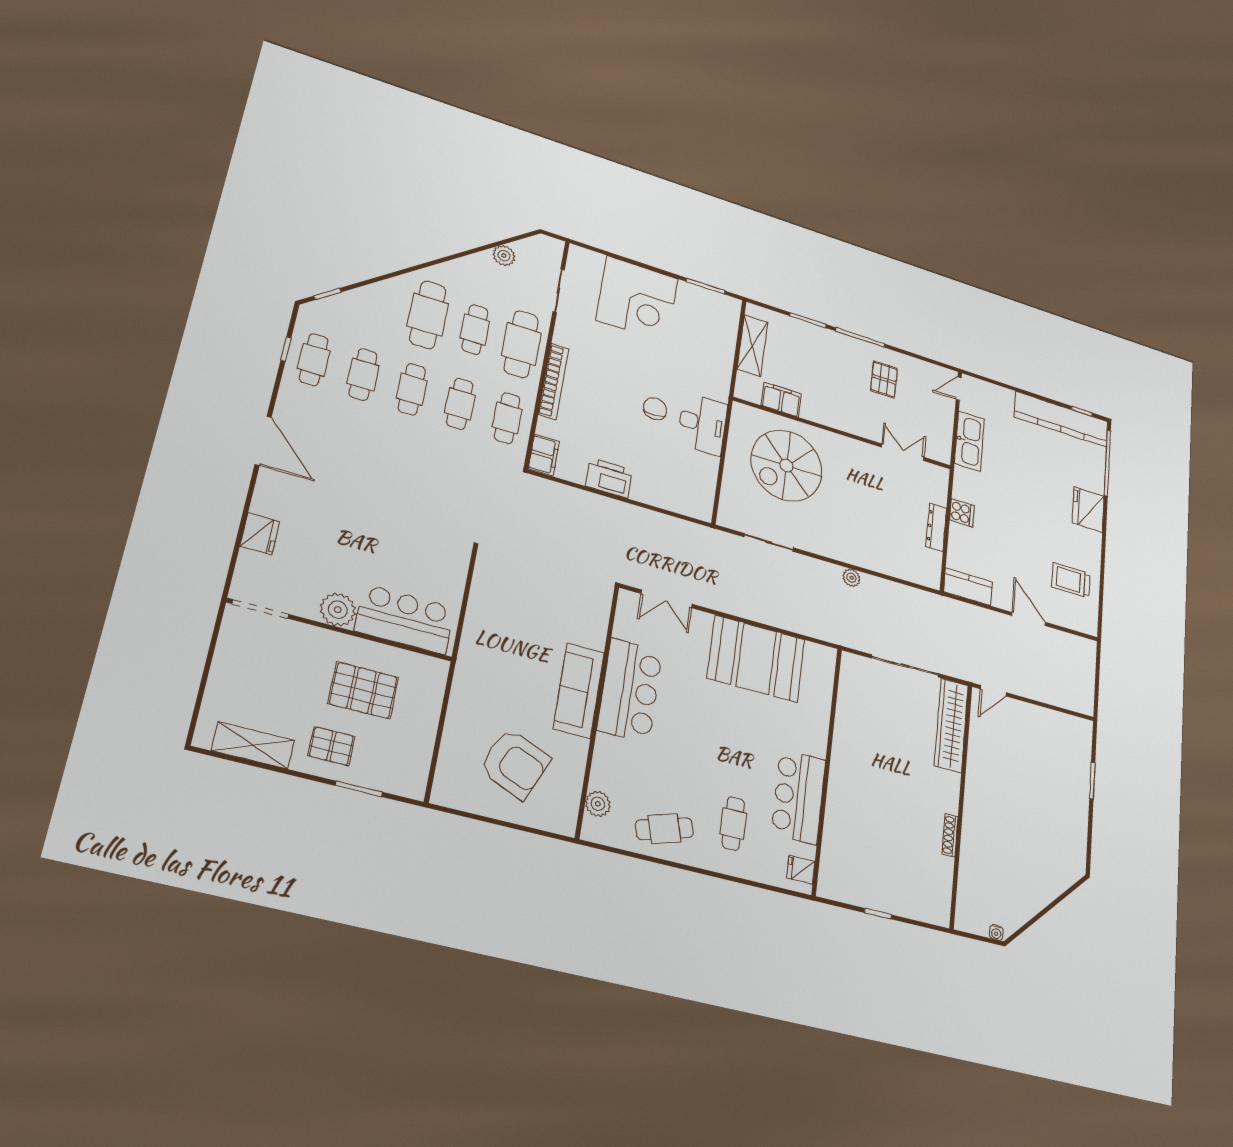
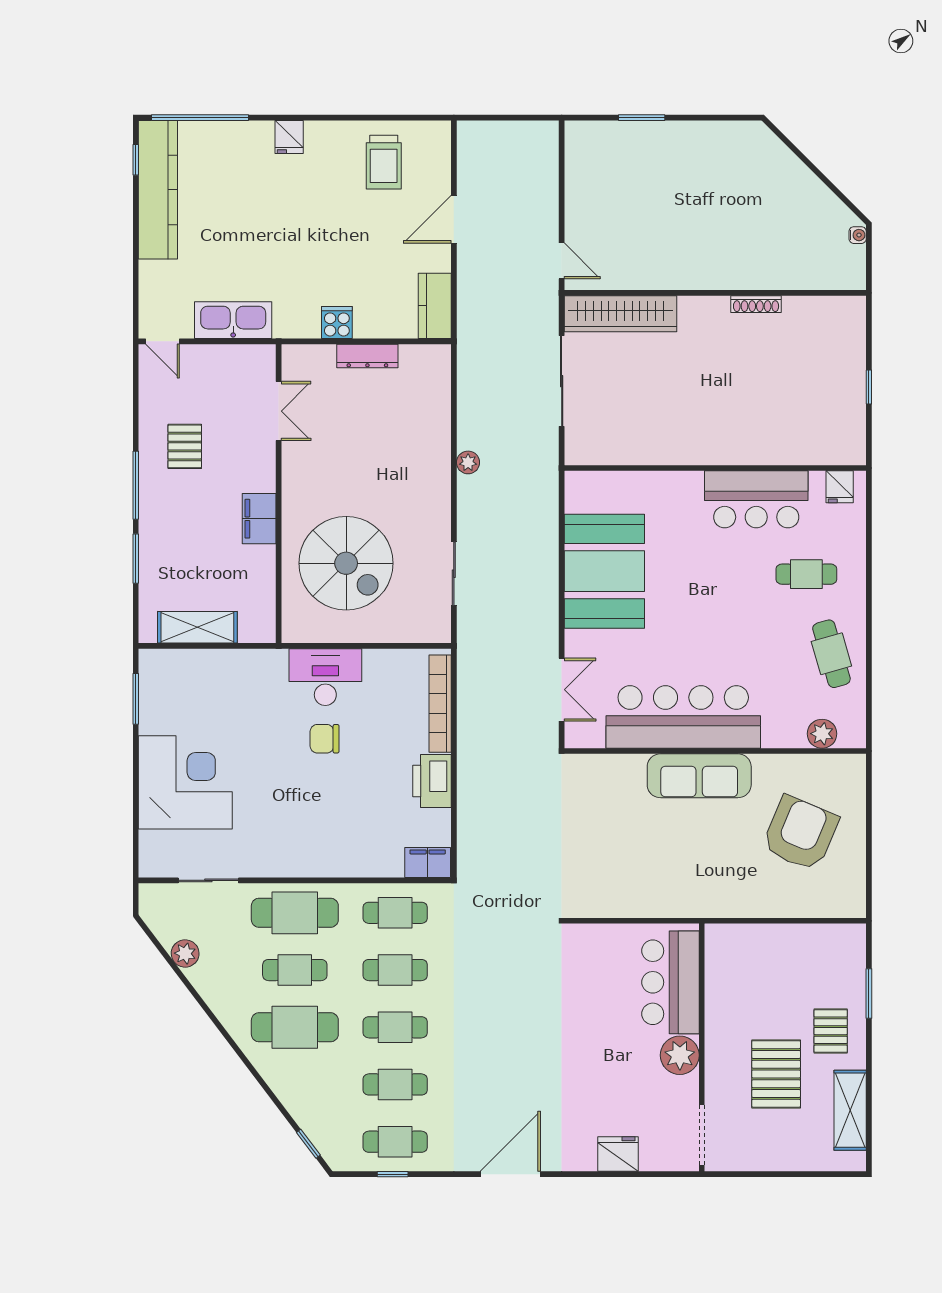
pallet: (884, 379) -> (185, 446), turned 90
bookcase: (554, 381) -> (440, 704), moved, turned -90
filing cabinet: (781, 400) -> (259, 519), moved
double door: (903, 452) -> (279, 411), swing flipped
fridge: (1088, 510) -> (289, 137), width x0.53, depth x0.75
pallet: (363, 690) -> (776, 1074), moved
bar counter: (630, 690) -> (683, 717), width x1.36

